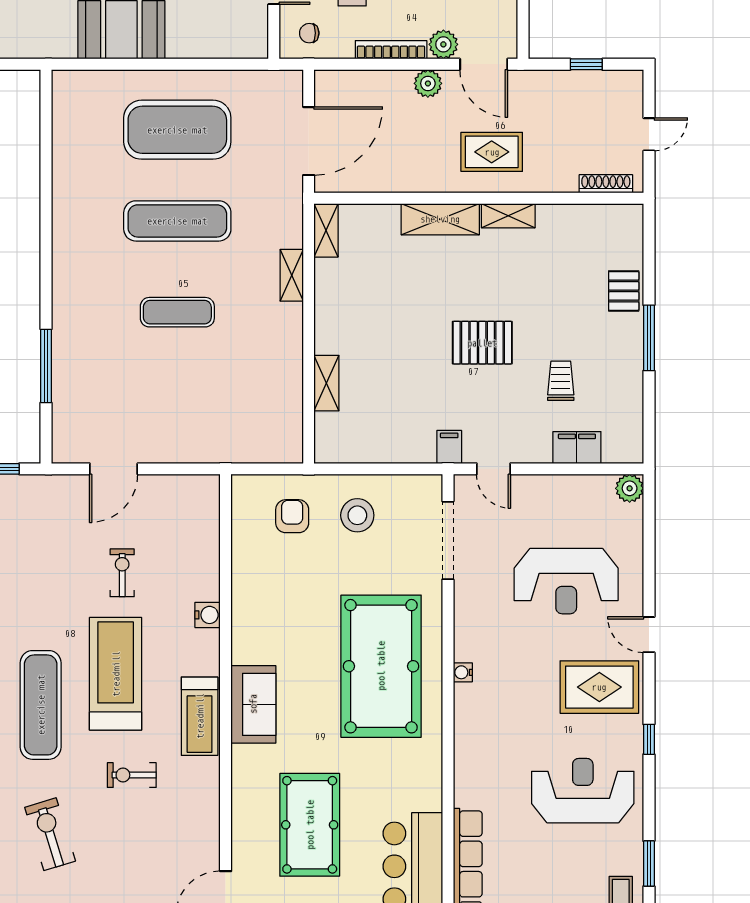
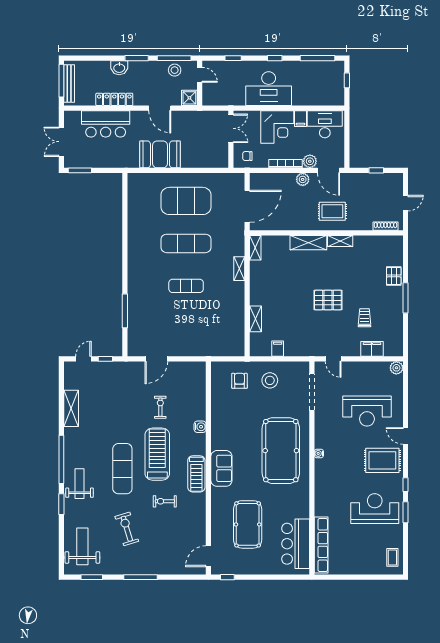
filing cabinet: (449, 447) -> (278, 349), moved
window: (649, 864) -> (405, 512), moved

